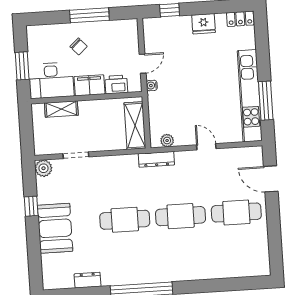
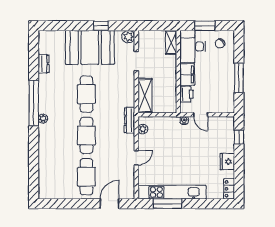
chair: (79, 46) -> (220, 43), moved
shelving: (61, 109) -> (171, 42), moved
shelving: (135, 126) -> (145, 96), moved, turned 90
booth: (55, 228) -> (90, 47), width x1.36, depth x1.42
plant: (162, 276) -> (43, 119), added

